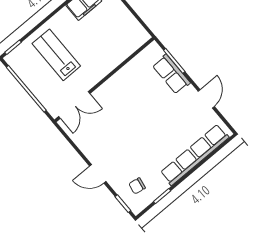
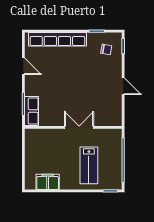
row of seats: (171, 74) -> (31, 111), moved
door: (206, 99) -> (23, 66), swing flipped
double door: (74, 105) -> (79, 127), moved
door: (98, 174) -> (123, 86), moved

